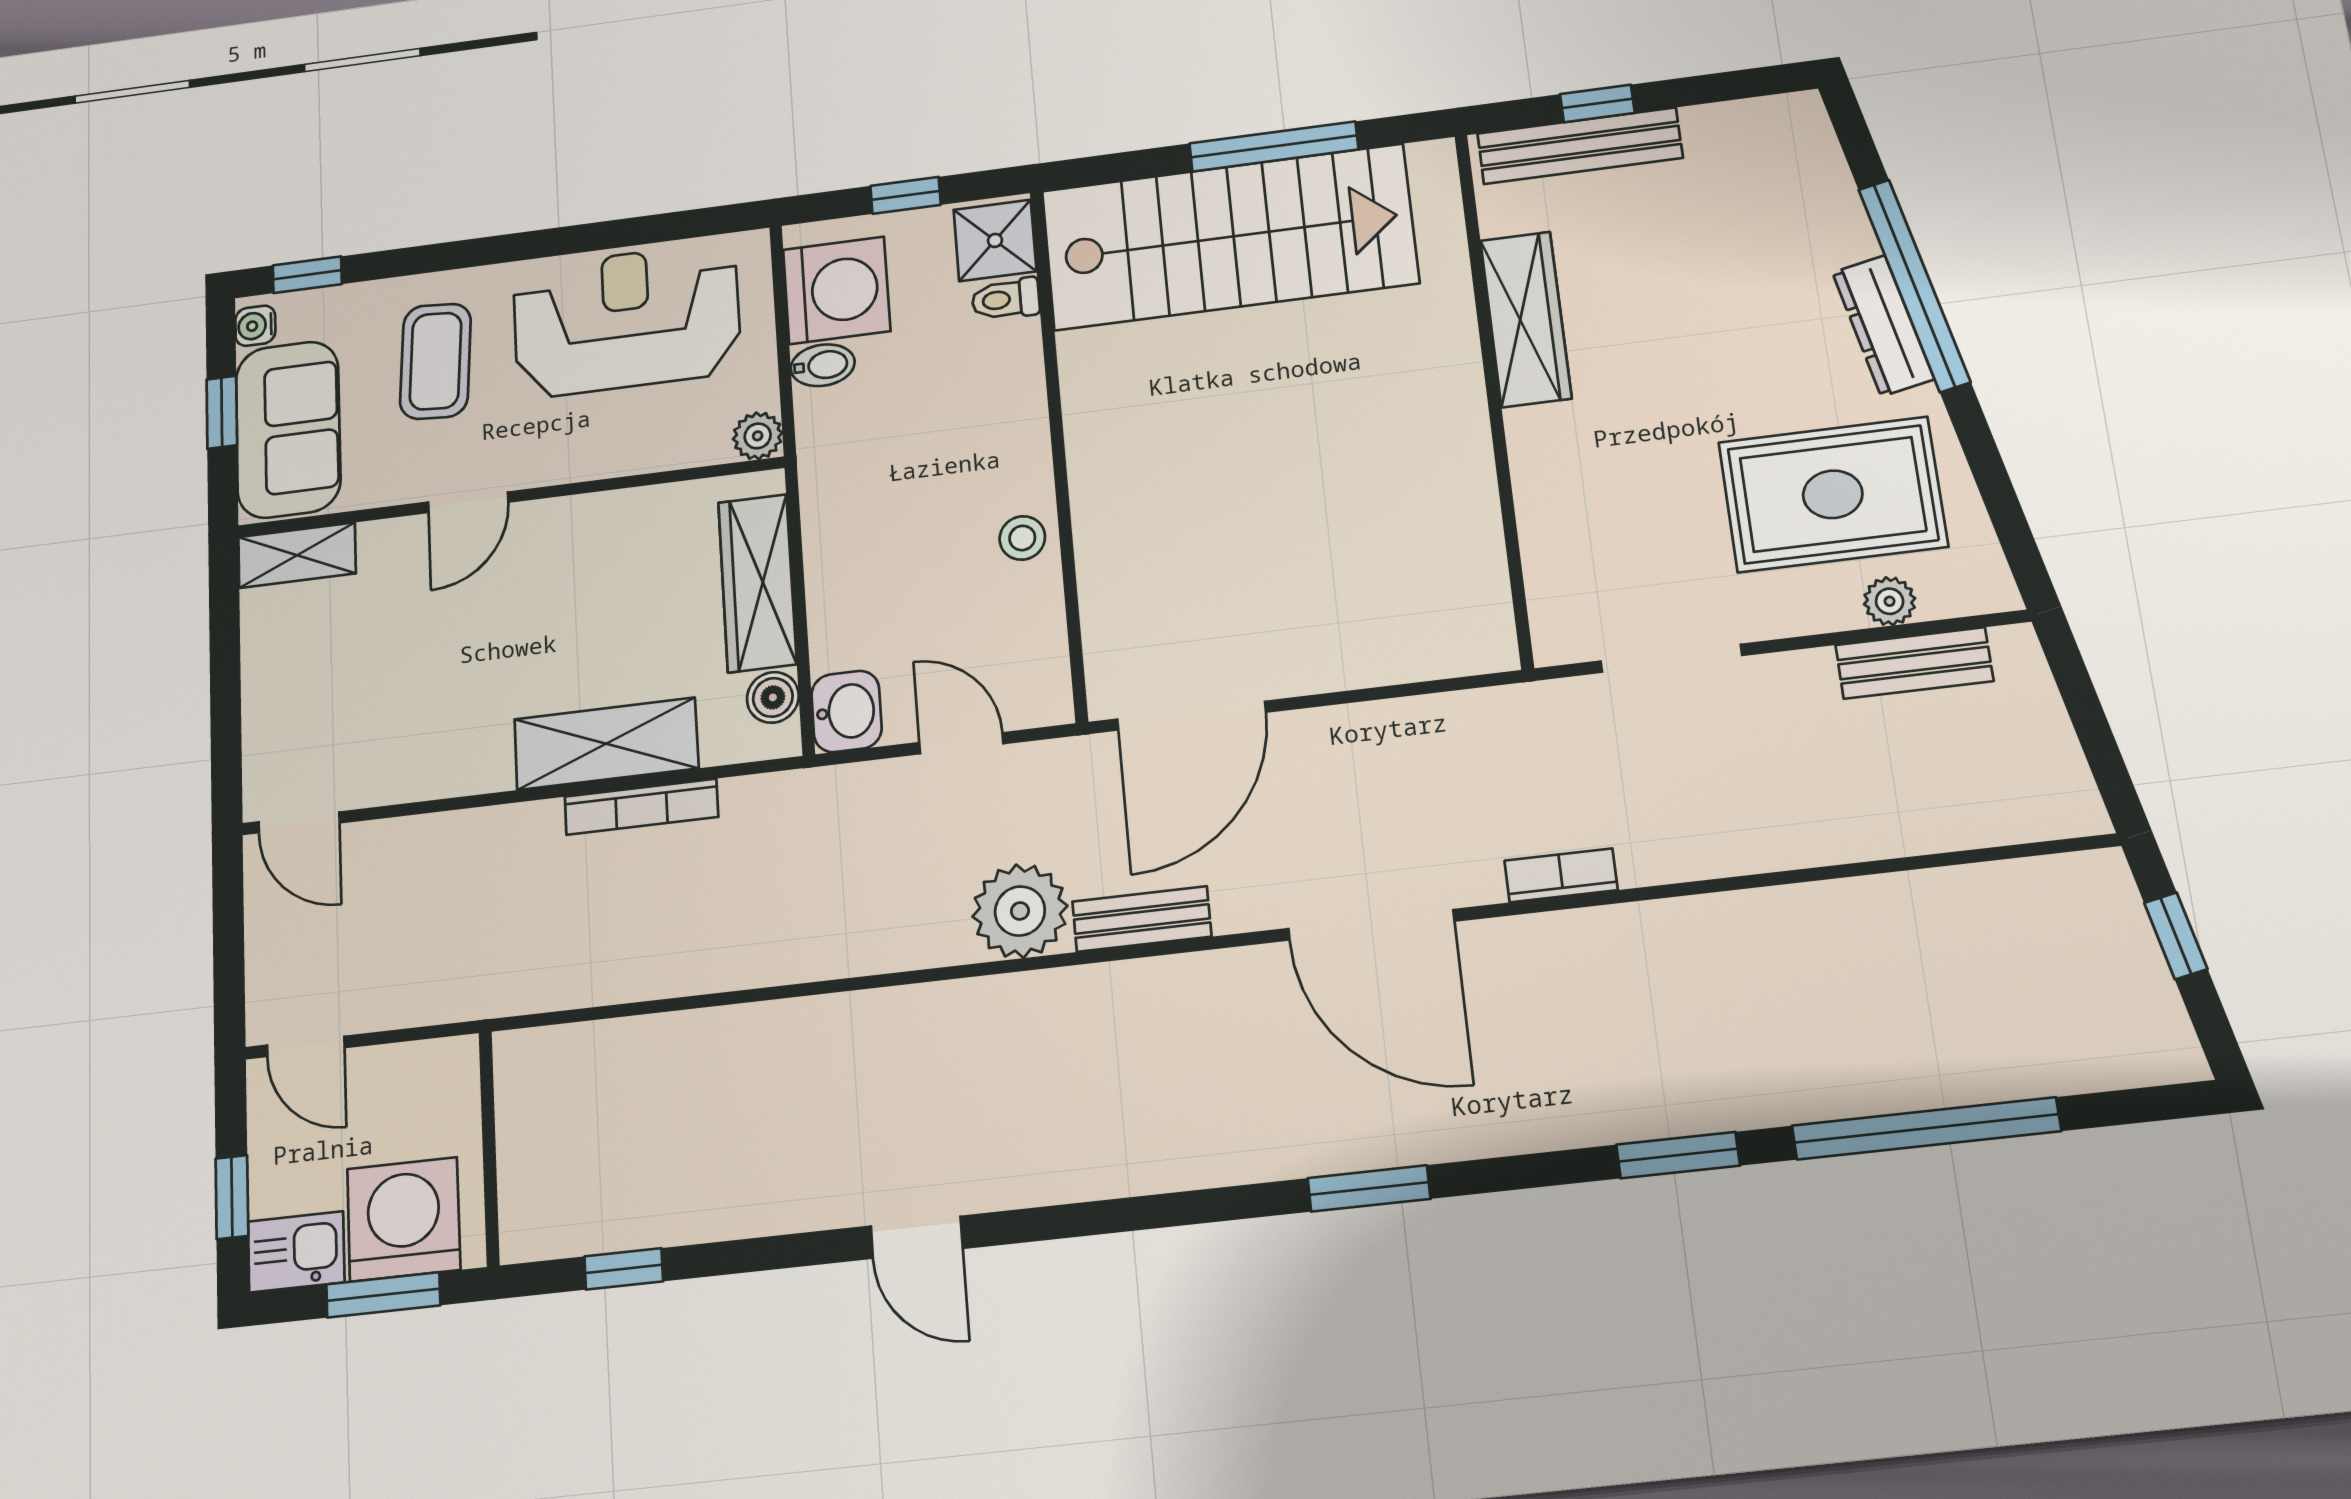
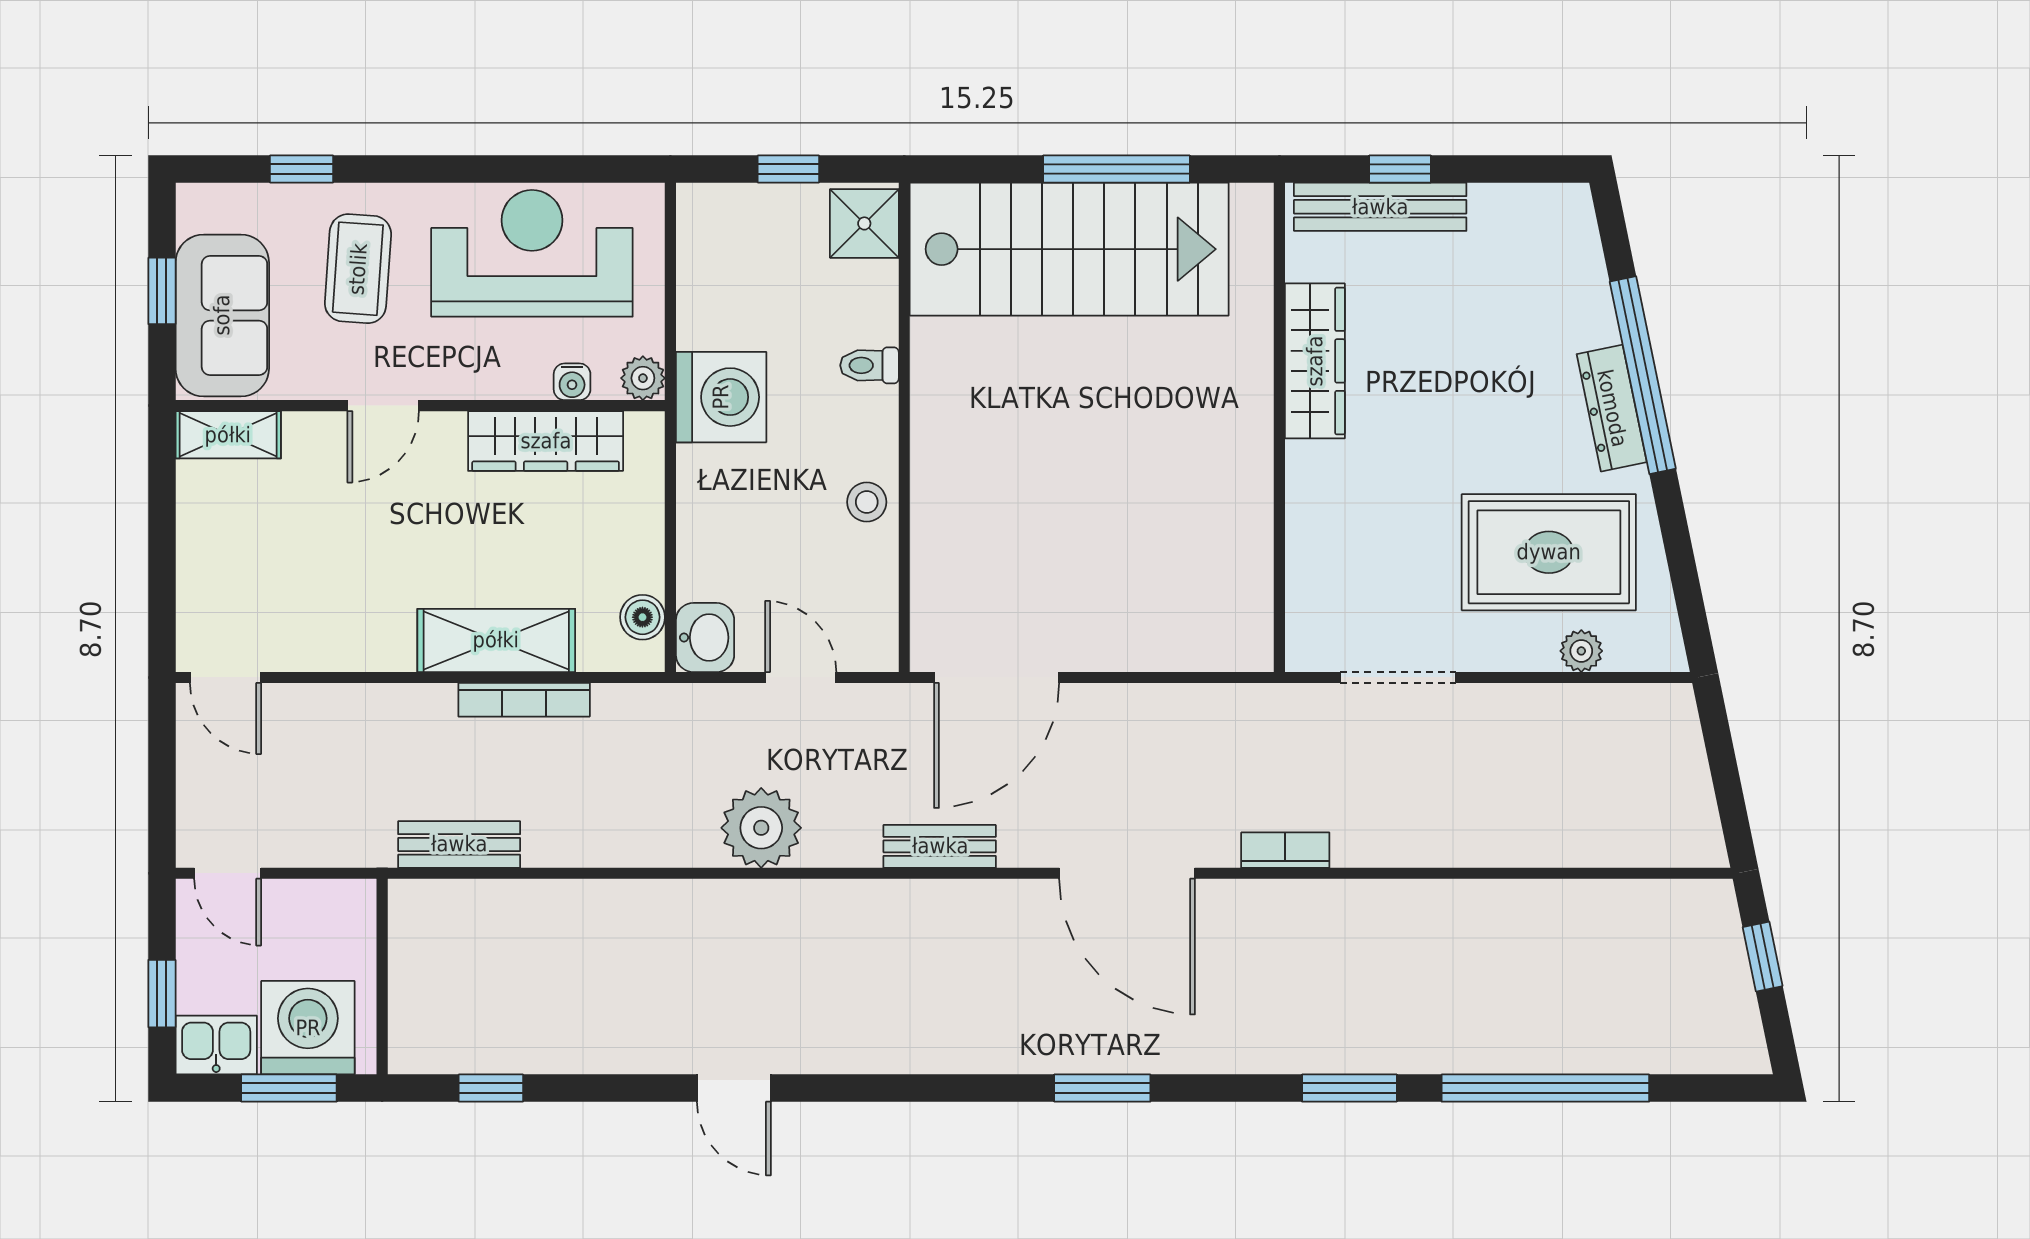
window: (307, 275) -> (302, 169), moved
washing machine: (837, 290) -> (721, 397), moved
toilet: (1006, 299) -> (869, 365), moved
water cooler: (255, 326) -> (572, 382), moved, turned -90
bidet: (823, 365) -> (704, 320), removed
wardrobe: (757, 583) -> (546, 441), moved, turned -90
bench: (1914, 663) -> (459, 844), moved
plant: (1020, 911) -> (761, 828), moved

